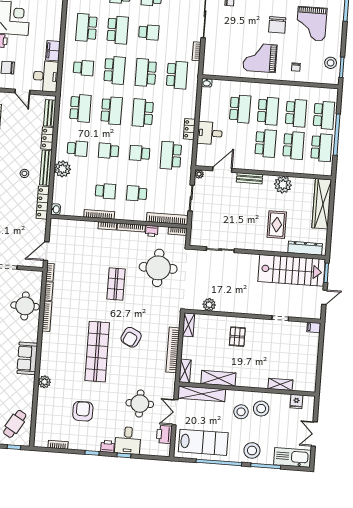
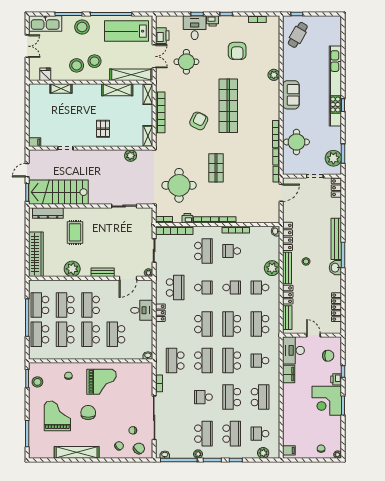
school desk: (137, 193) -> (203, 251), width x1.85

